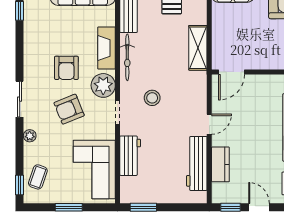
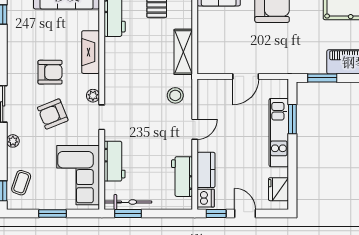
bicycle: (127, 57) -> (128, 202), moved, turned -90
armchair: (66, 68) -> (50, 72), turned -90
door: (232, 72) -> (246, 76), moved
plant: (103, 85) -> (93, 96), width x0.53, depth x0.53
stool: (152, 98) -> (175, 95), moved
workbench: (197, 163) -> (182, 177), width x0.73
dishwasher: (220, 192) -> (206, 198), added

